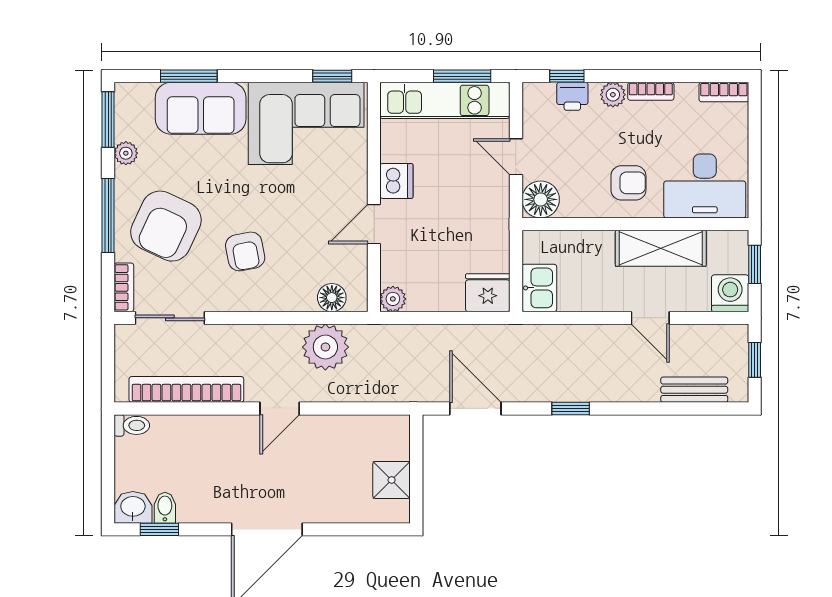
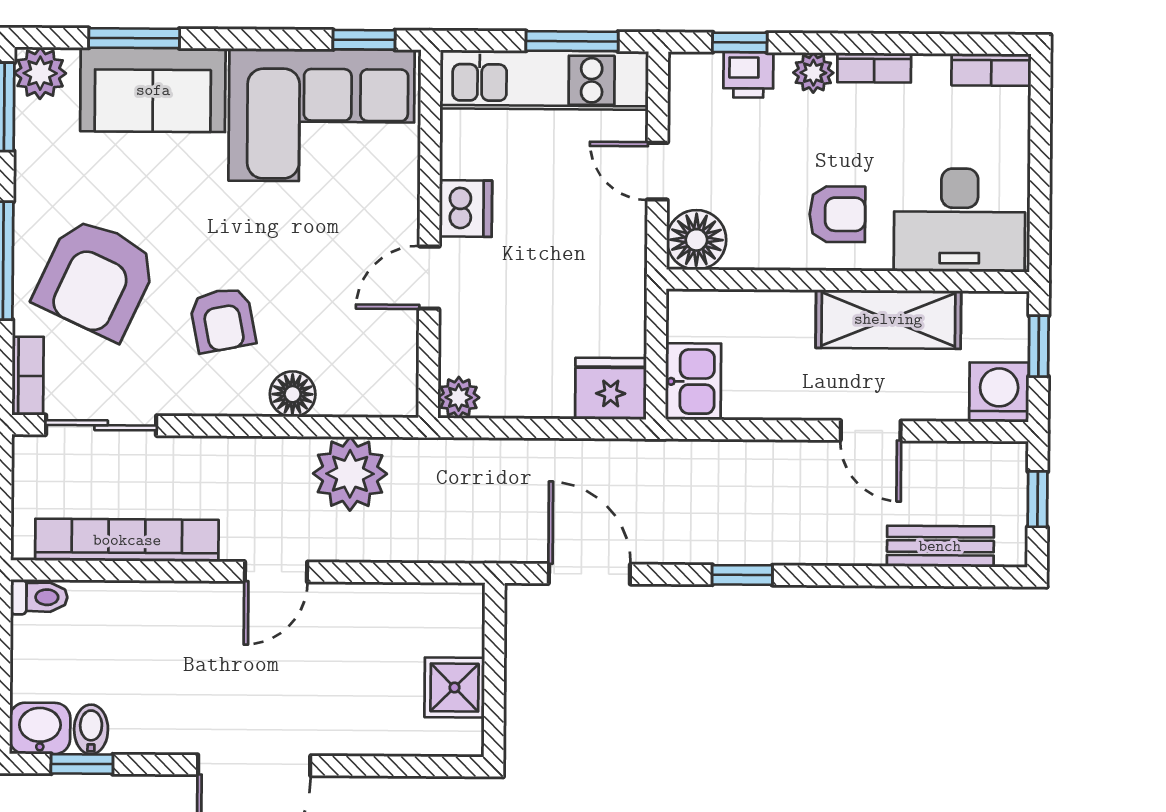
plant: (126, 153) -> (40, 73), moved, width x1.38, depth x1.38
floor lamp: (332, 298) -> (293, 394), moved

